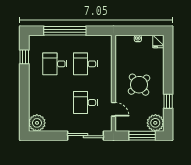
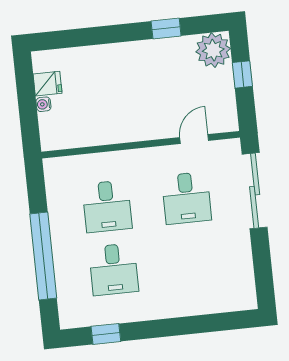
fridge: (158, 41) -> (48, 84), moved
round table: (139, 85) -> (138, 92), removed
plant: (37, 123) -> (239, 293), removed
window: (142, 136) -> (242, 74), width x0.46

